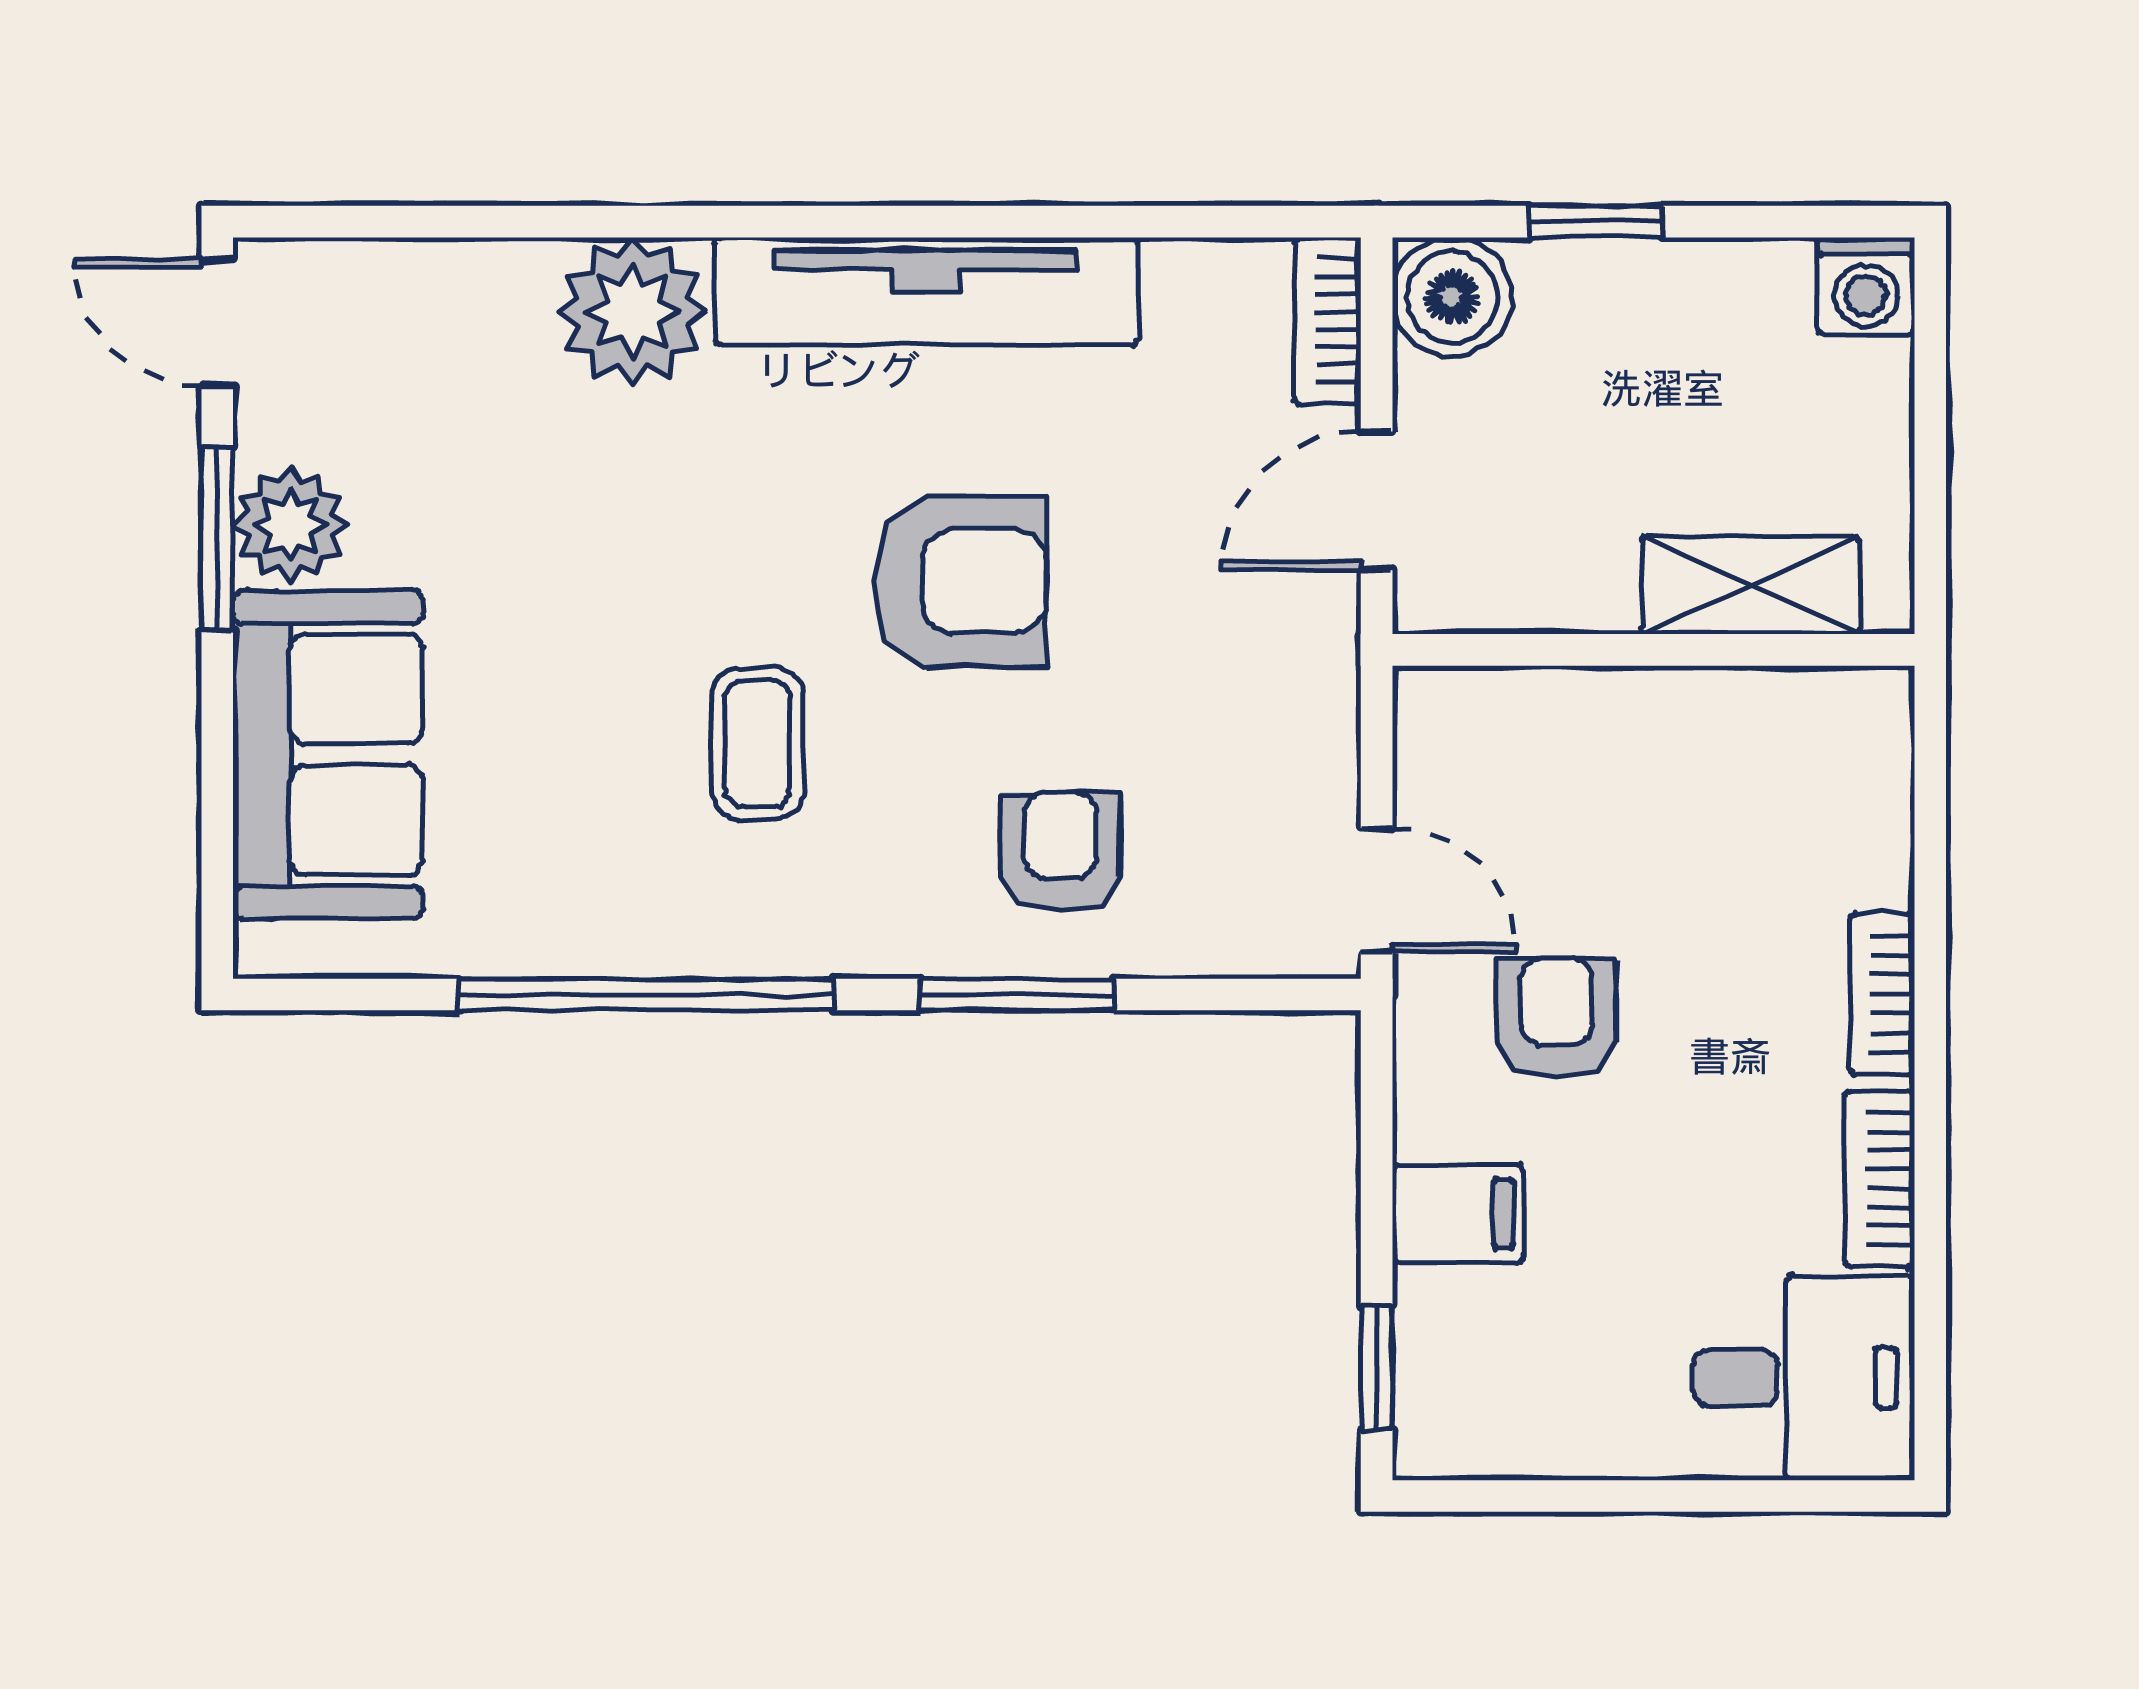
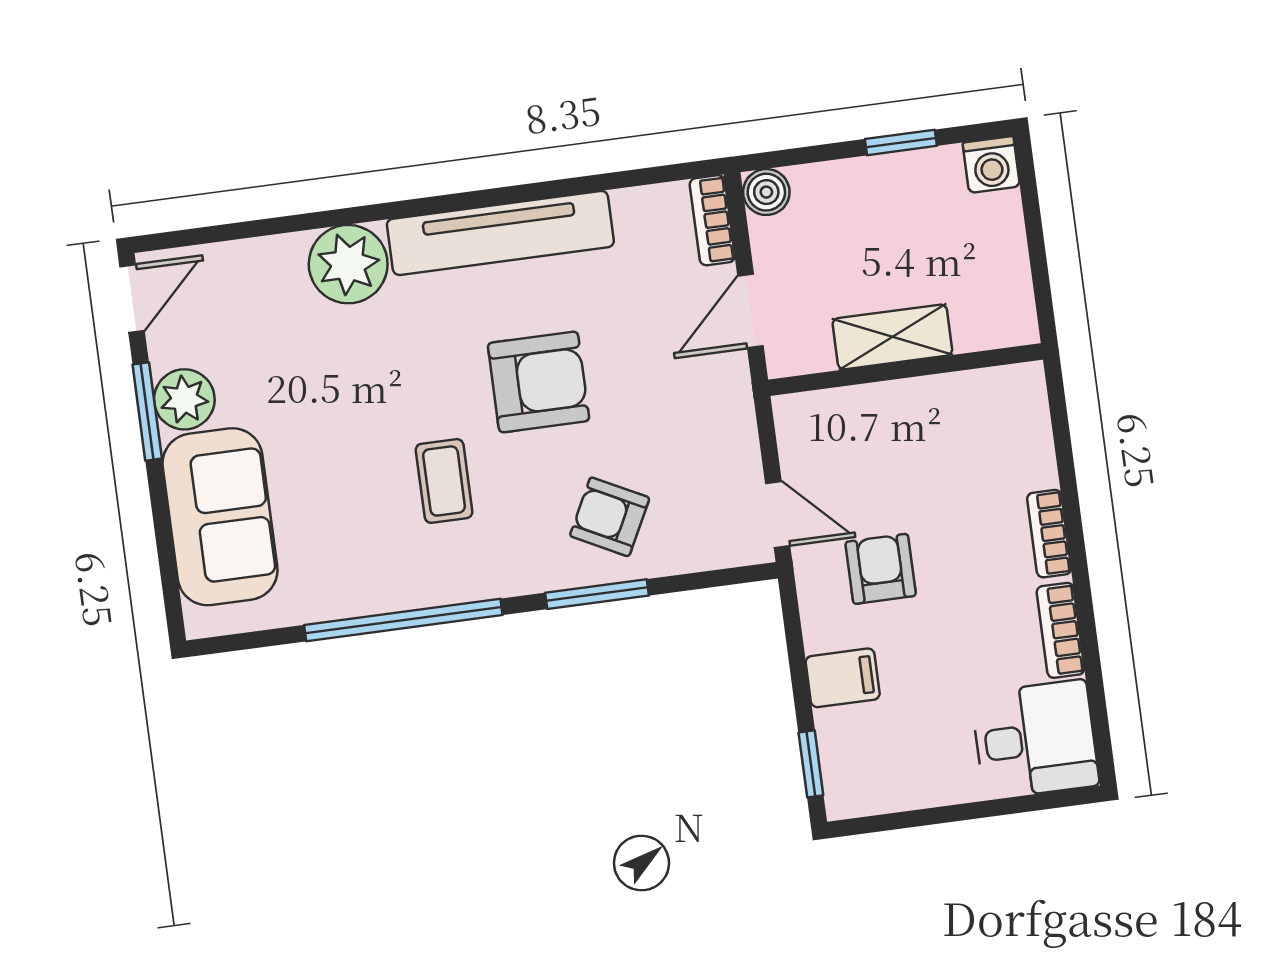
window: (1595, 222) -> (901, 142), moved
boiler: (1452, 297) -> (766, 192), width x0.73, depth x0.73
door: (217, 322) -> (132, 299), swing flipped
shelving: (1751, 585) -> (892, 337), moved
armchair: (1060, 852) -> (610, 517), turned -63

